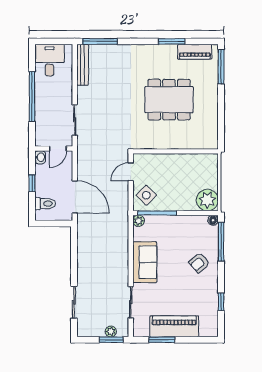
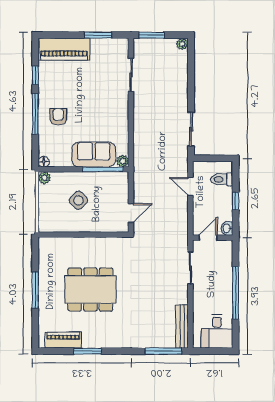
window: (221, 67) -> (35, 290), moved
side table: (146, 195) -> (78, 200), moved
door: (75, 197) -> (190, 186), width x0.53
plant: (207, 200) -> (44, 178), width x0.53, depth x0.53
window: (221, 242) -> (35, 114), moved
sofa: (145, 262) -> (94, 155), moved, turned 90
armchair: (199, 263) -> (58, 117), turned -50
sliding door: (74, 302) -> (191, 129), moved
piano: (174, 326) -> (64, 49), moved
plant: (111, 331) -> (182, 44), moved

